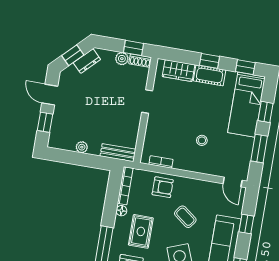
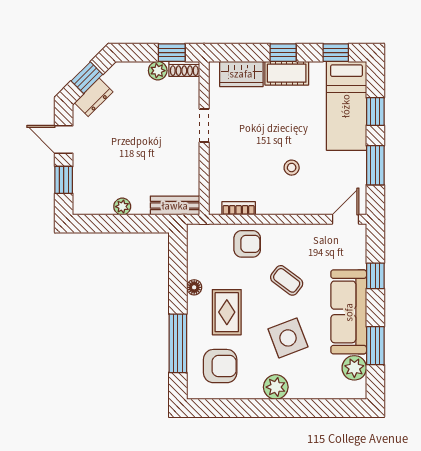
dresser: (87, 61) -> (94, 97), moved
door: (233, 182) -> (345, 219), swing flipped
bookcase: (125, 186) -> (193, 251), removed

